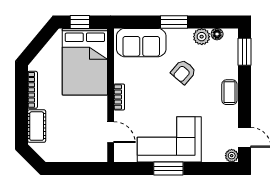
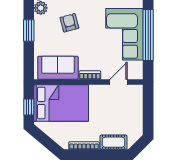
sofa: (141, 43) -> (58, 68), moved, turned -90
armchair: (183, 72) -> (69, 23), turned -146
window: (168, 169) -> (148, 35), width x2.11

